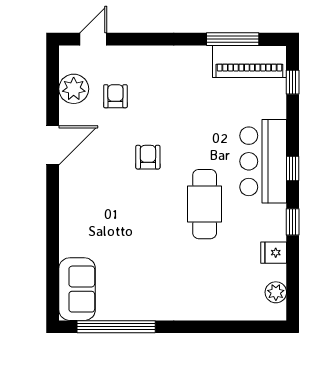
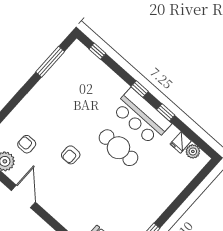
piano: (249, 61) -> (68, 63), removed
armchair: (148, 157) -> (71, 155), turned -90
bar counter: (263, 161) -> (141, 117), moved
fridge: (274, 253) -> (181, 142), moved

